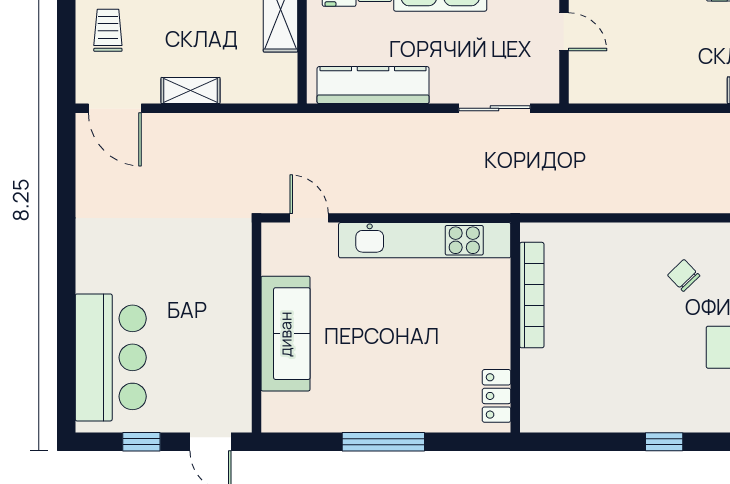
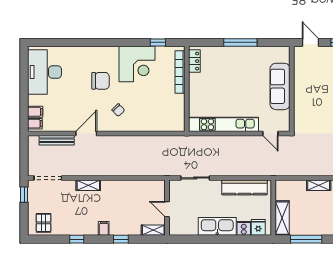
bookcase: (532, 295) -> (180, 72), moved
corner desk: (637, 389) -> (137, 64), added
window: (664, 442) -> (158, 42), moved

